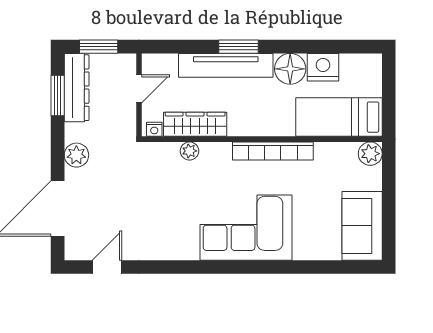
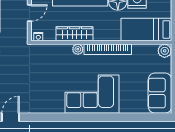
wardrobe: (195, 124) -> (74, 34), moved
plant: (189, 151) -> (78, 49), moved

